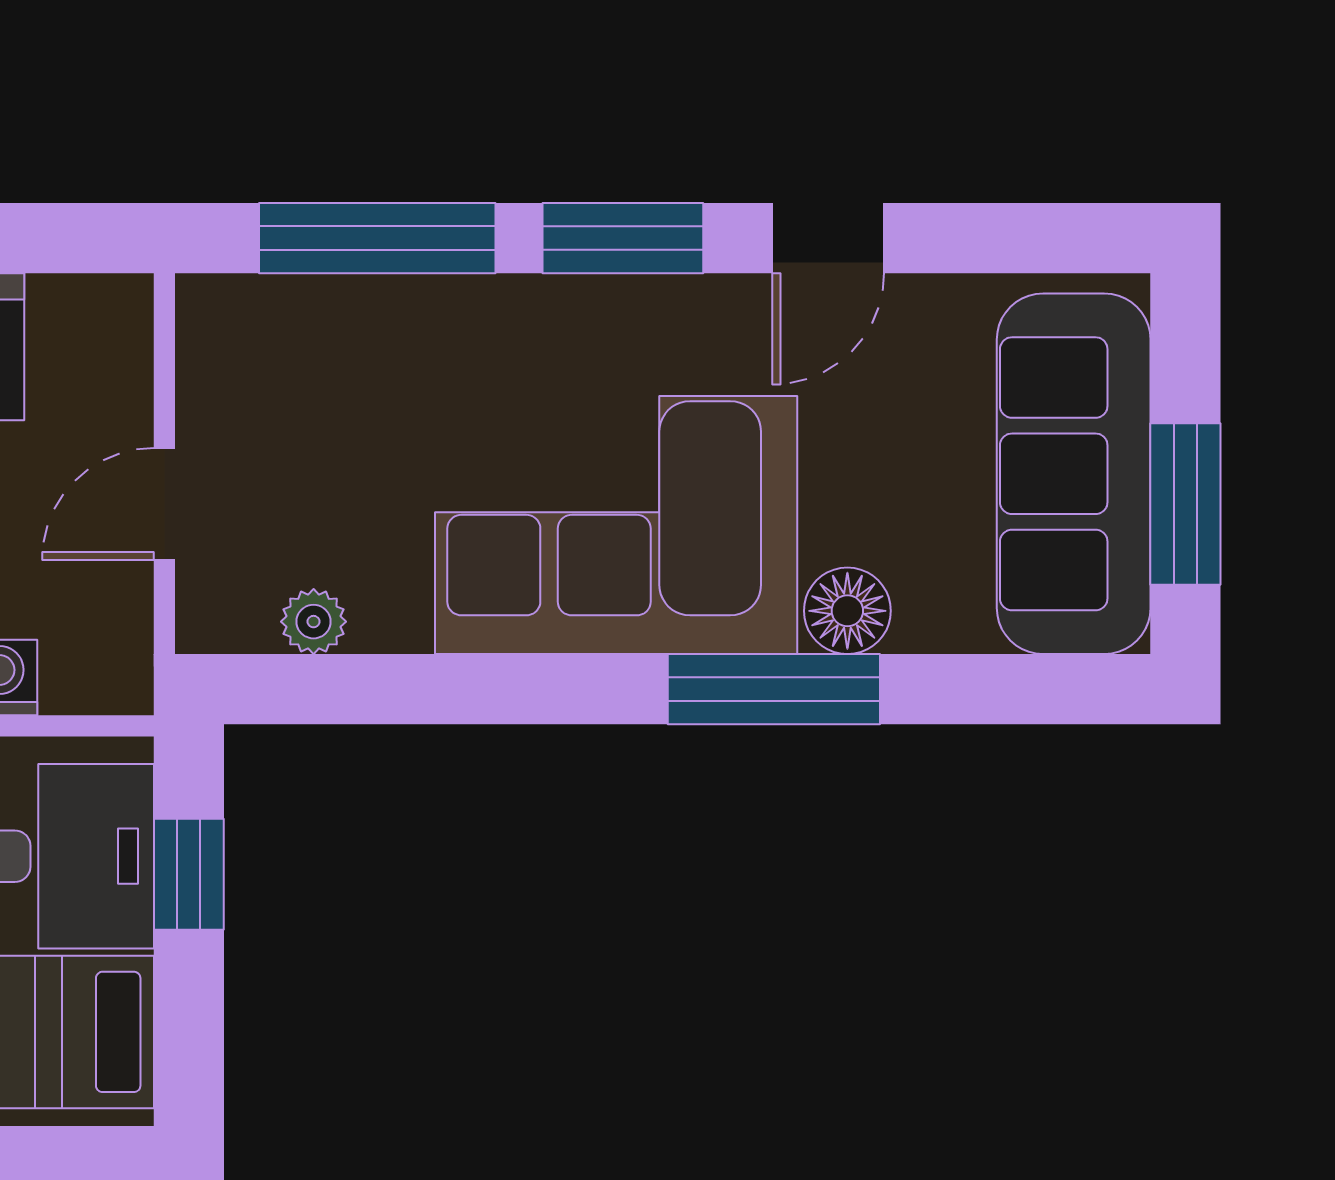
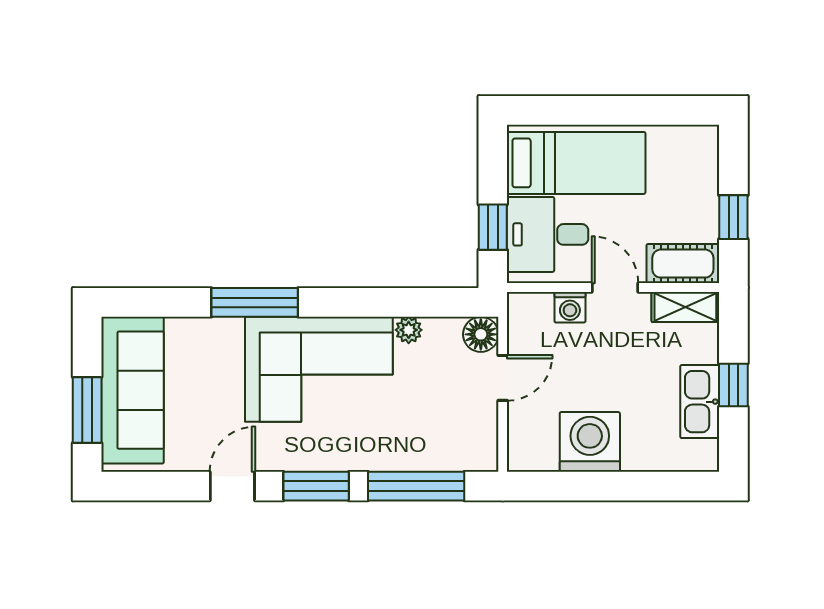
window: (1185, 504) -> (87, 410), moved
floor lamp: (847, 611) -> (481, 334), moved
plant: (314, 622) -> (409, 330), moved

